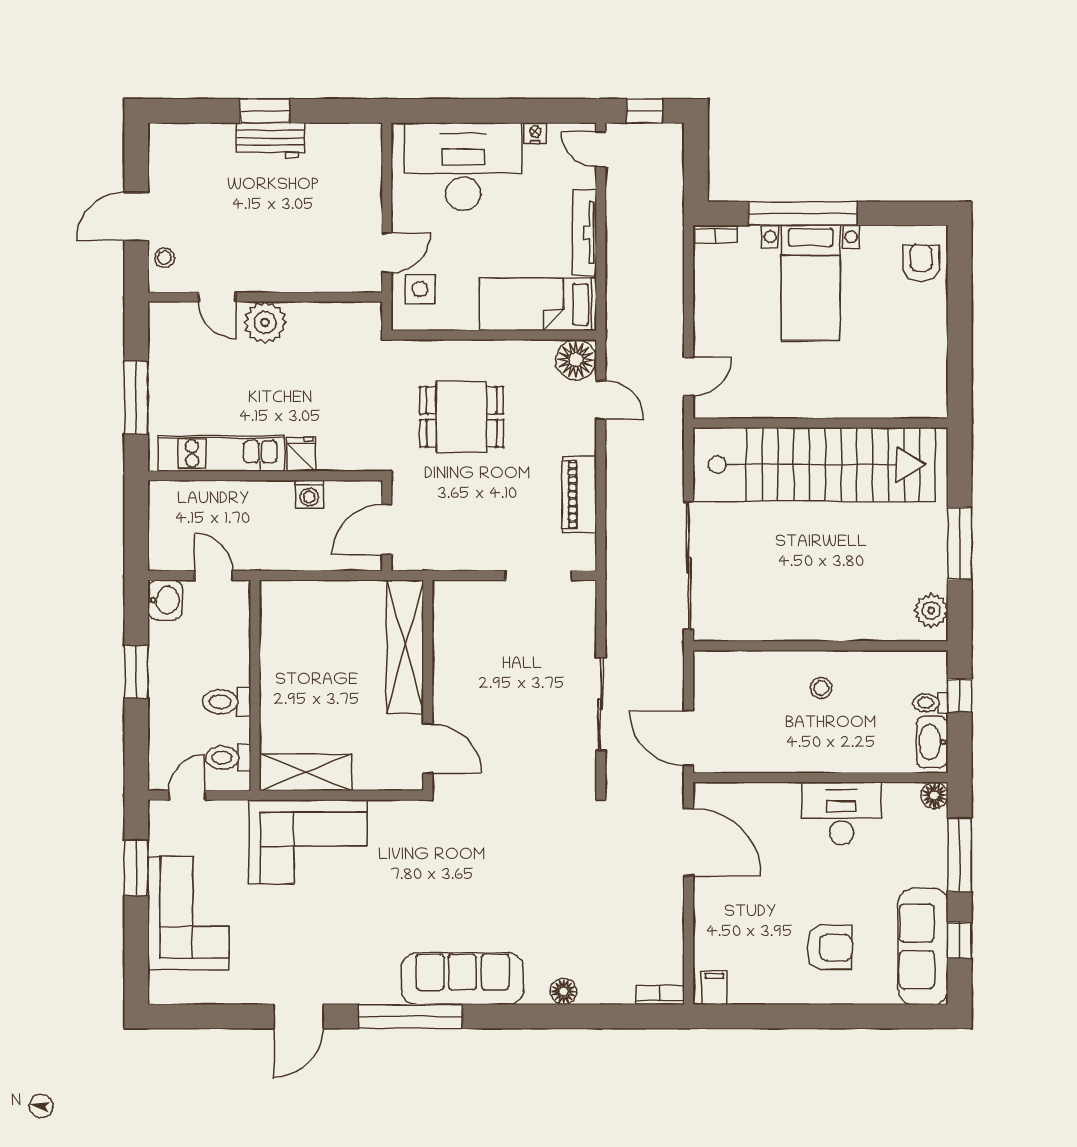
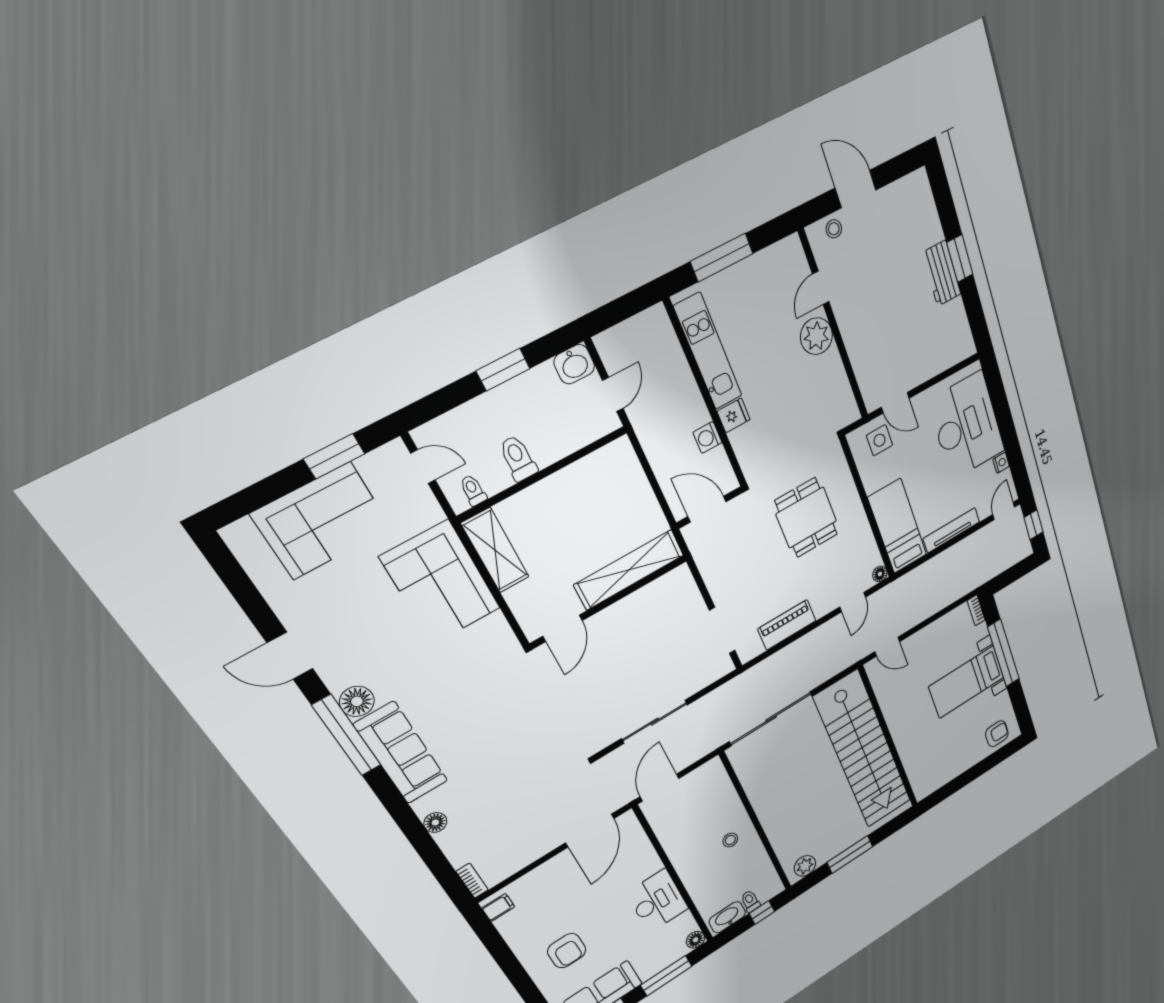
floor lamp: (576, 360) -> (880, 574), width x0.53, depth x0.53
toilet: (228, 758) -> (473, 490), width x0.73, depth x0.72
floor lamp: (381, 987) -> (357, 701), added

